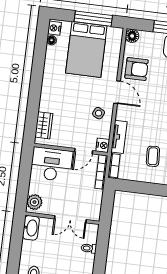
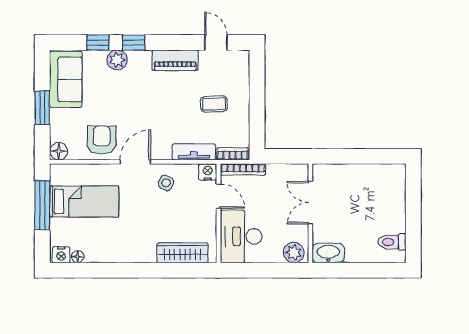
bed: (86, 49) -> (84, 202), width x0.67
wardrobe: (44, 125) -> (182, 253), width x1.50
double door: (70, 219) -> (310, 203), swing flipped
toilet: (89, 248) -> (346, 174), removed

